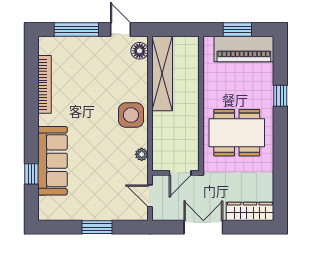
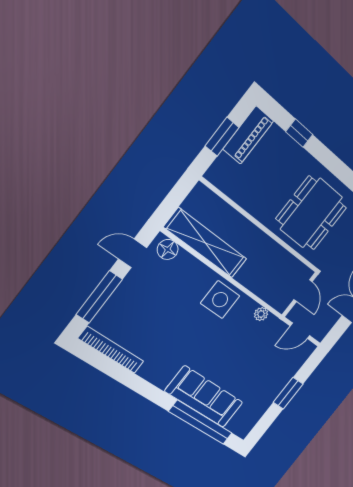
piano: (244, 49) -> (248, 135), width x0.73, depth x0.75
bookcase: (45, 84) -> (111, 350), moved
window: (280, 96) -> (299, 133), moved
window: (31, 174) -> (201, 422), width x3.17

